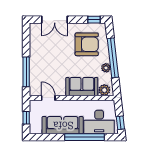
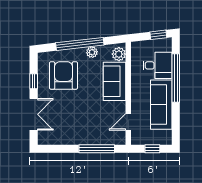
window: (94, 20) -> (34, 81), moved
desk: (99, 122) -> (157, 65), width x0.73

